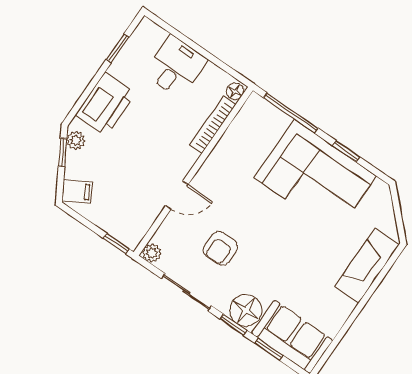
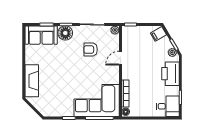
desk: (176, 67) -> (168, 106), moved, turned -90
corner sofa: (315, 177) -> (97, 101), moved
armchair: (220, 248) -> (91, 50), turned -90

